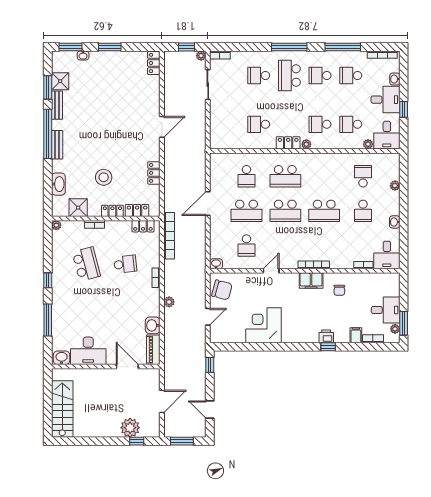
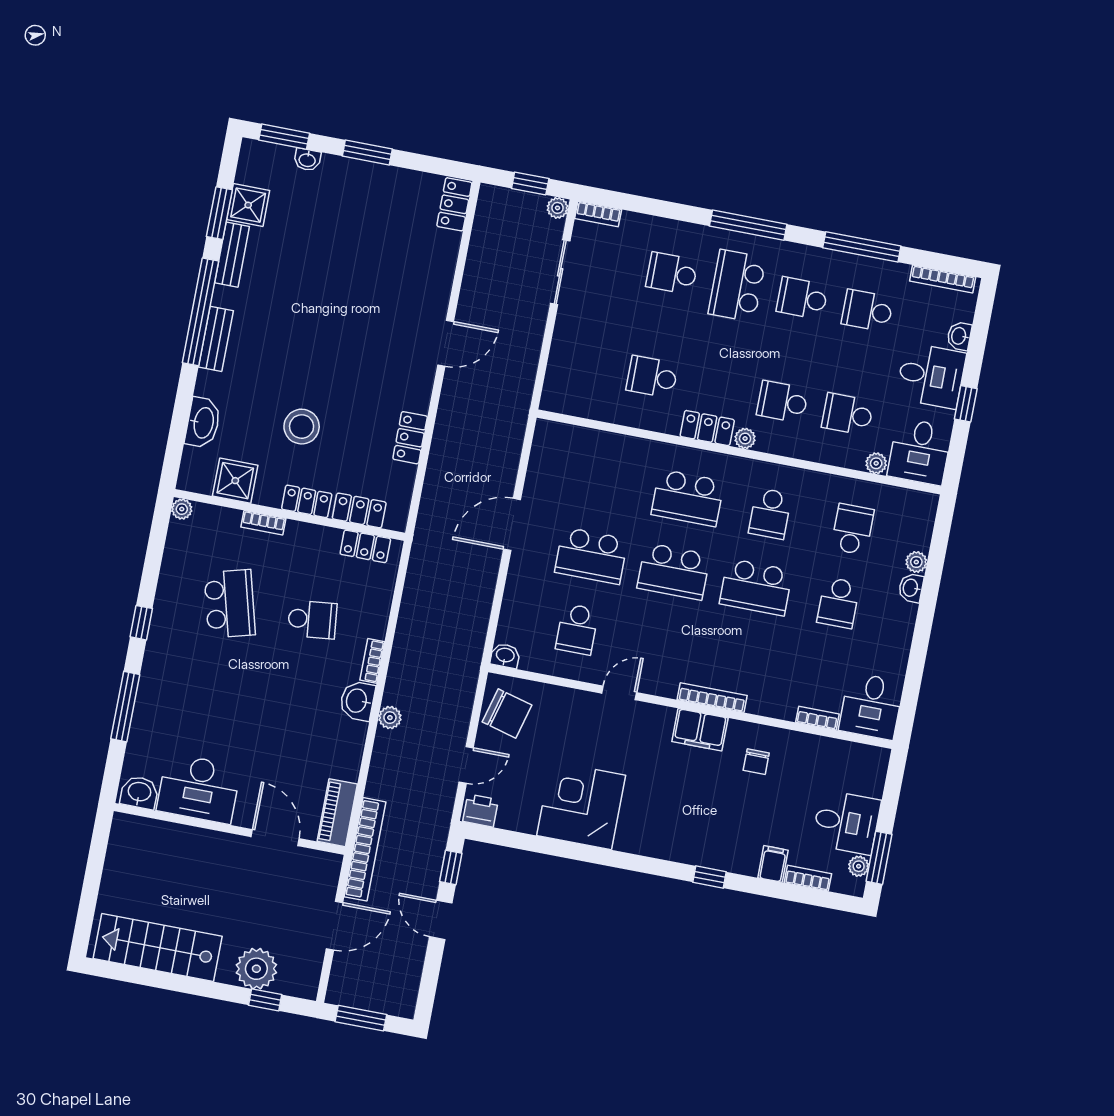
school desk: (246, 176) -> (770, 514), moved
washbasin: (395, 222) -> (911, 588), moved
bookcase: (169, 236) -> (365, 849), moved
washbasin: (153, 325) -> (357, 701), moved
printer: (326, 336) -> (480, 811), moved
stairs: (62, 409) -> (158, 947), moved, turned -90
door: (210, 410) -> (441, 920), moved

